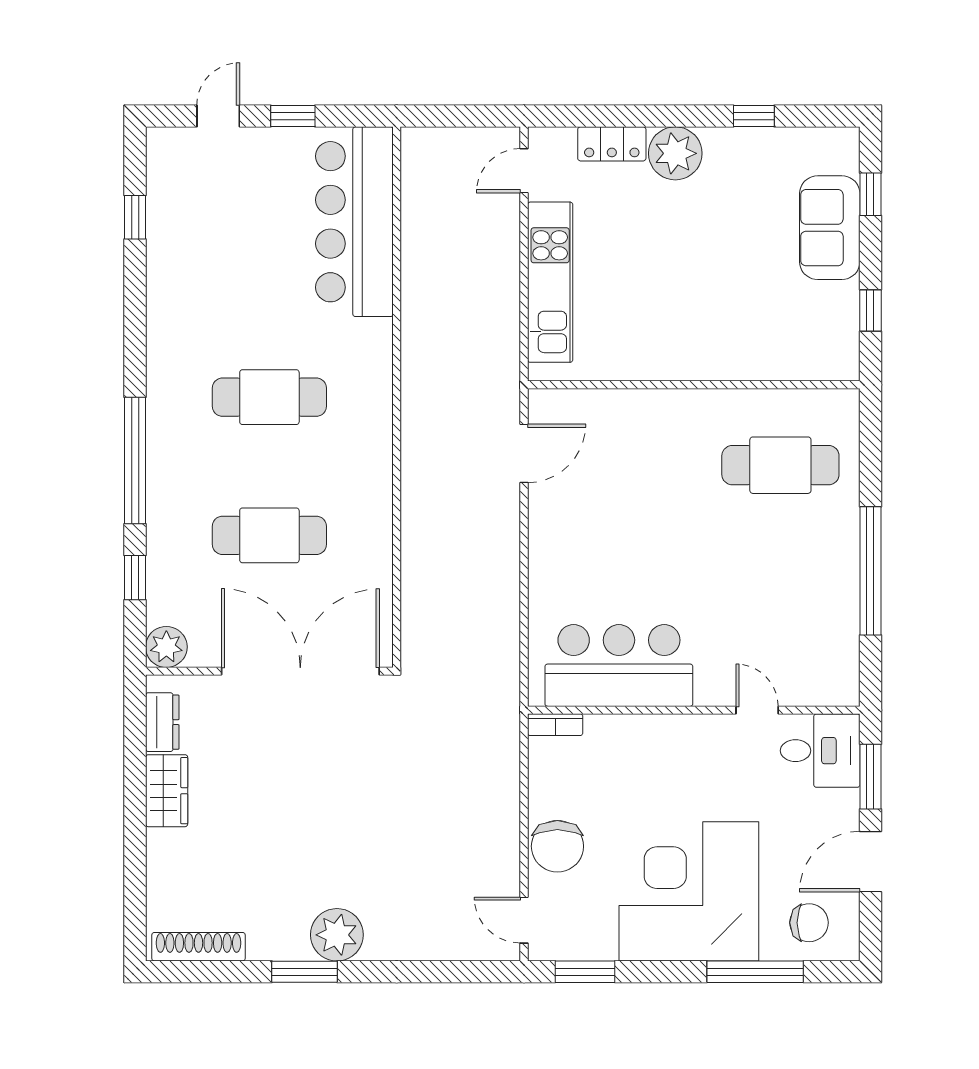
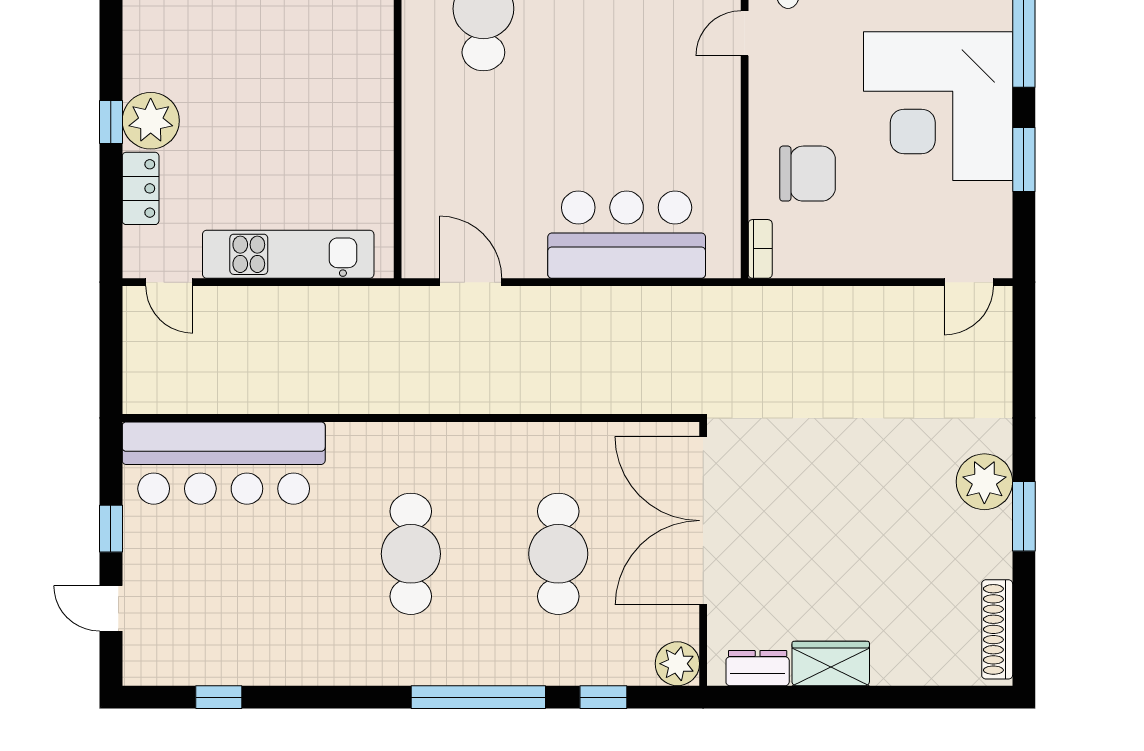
window: (754, 116) -> (111, 122), moved
bar counter: (619, 666) -> (627, 235), moved, turned 90
chair: (557, 846) -> (808, 174), moved
window: (585, 972) -> (1024, 159), moved

